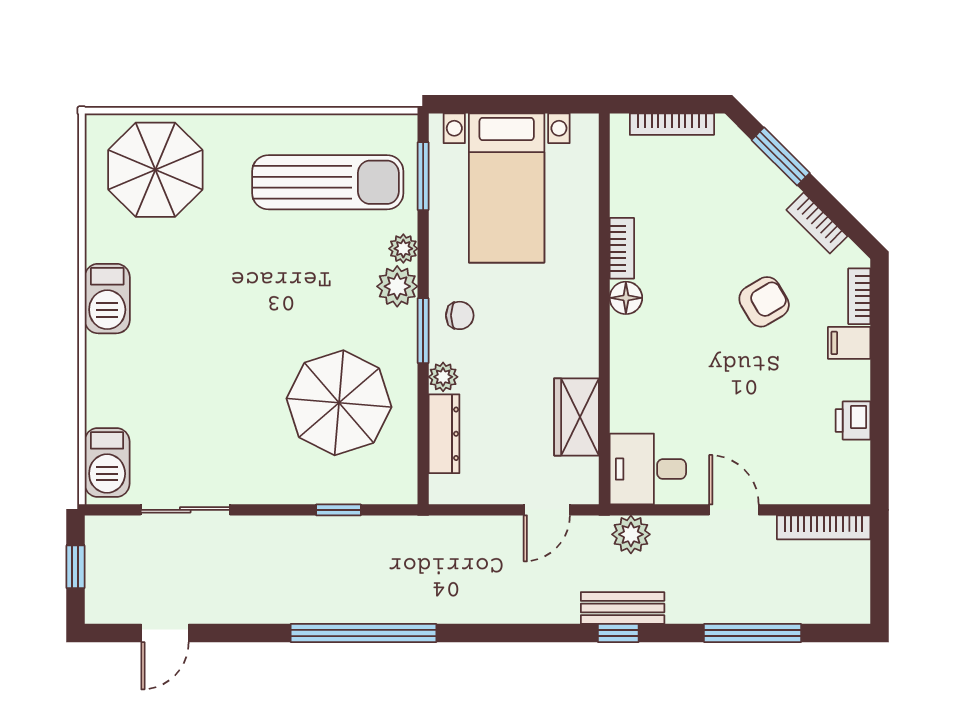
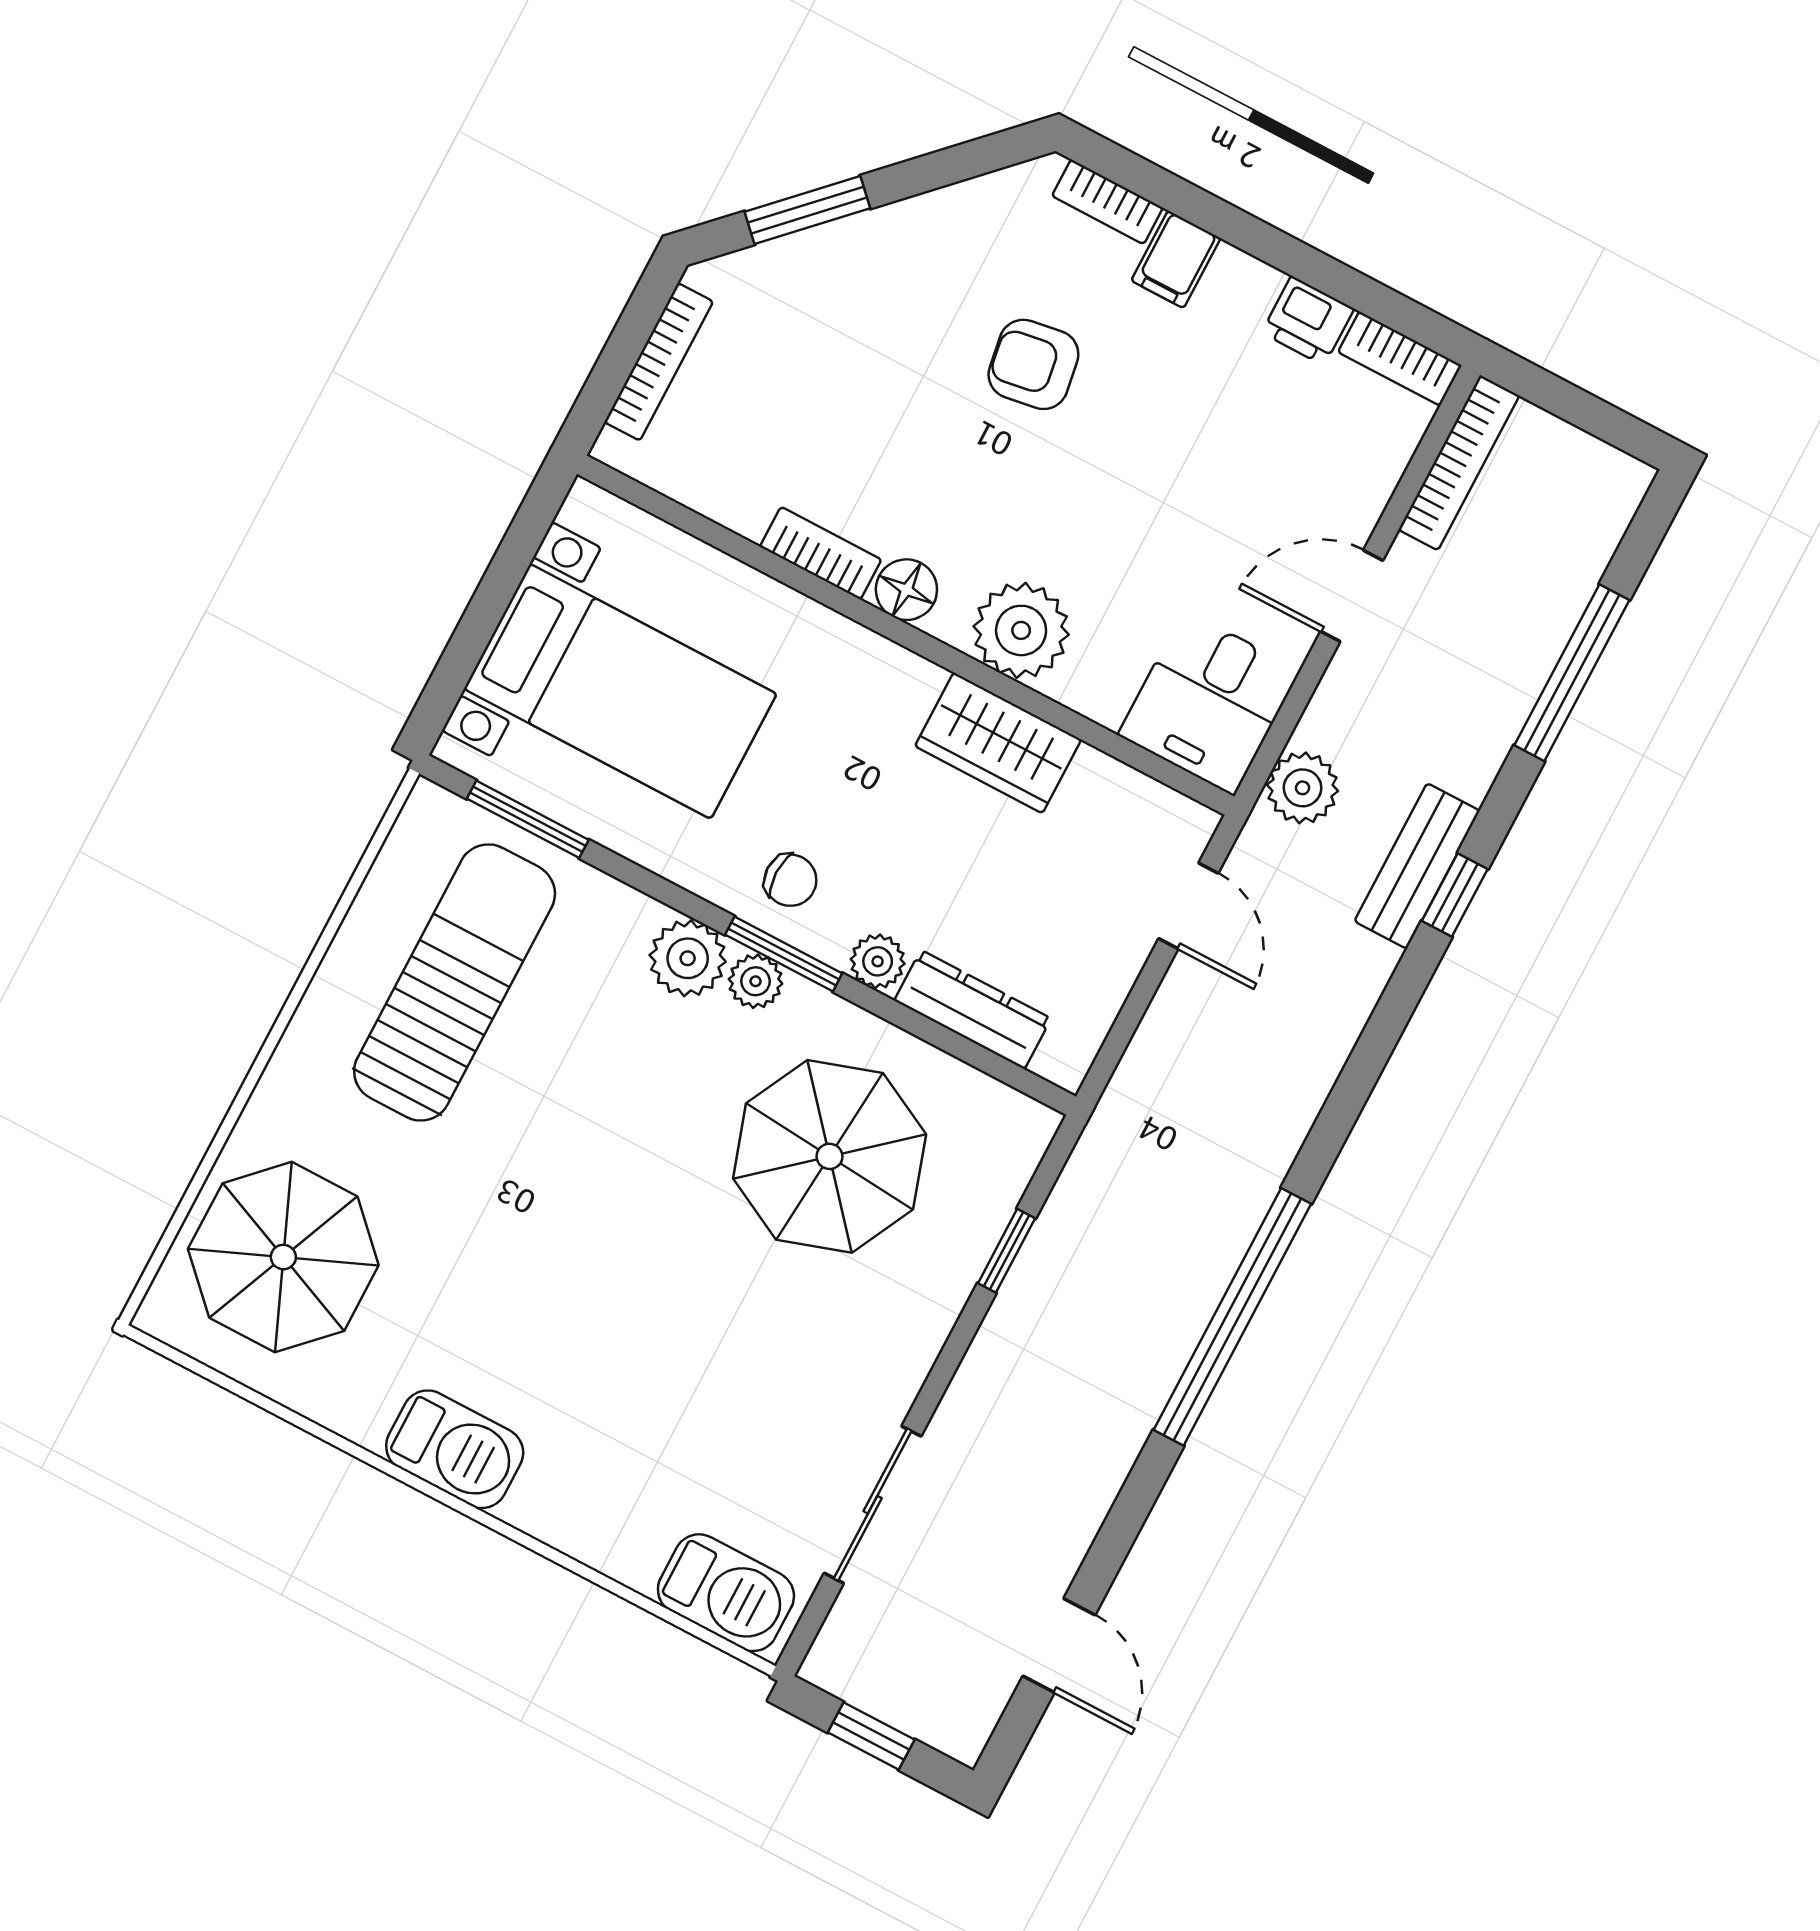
bookcase: (817, 223) -> (1400, 359), moved, turned 45
plant: (403, 249) -> (756, 981), moved
armchair: (764, 302) -> (1033, 364), turned -68
chair: (460, 315) -> (790, 880), turned 90
plant: (635, 362) -> (1021, 630), added
wardrobe: (576, 417) -> (998, 743), moved

